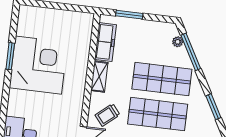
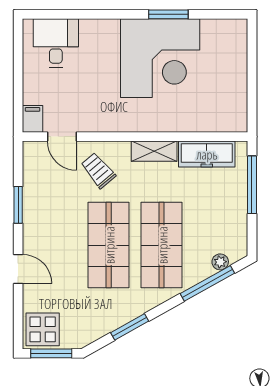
window: (129, 15) -> (252, 185), width x1.44

